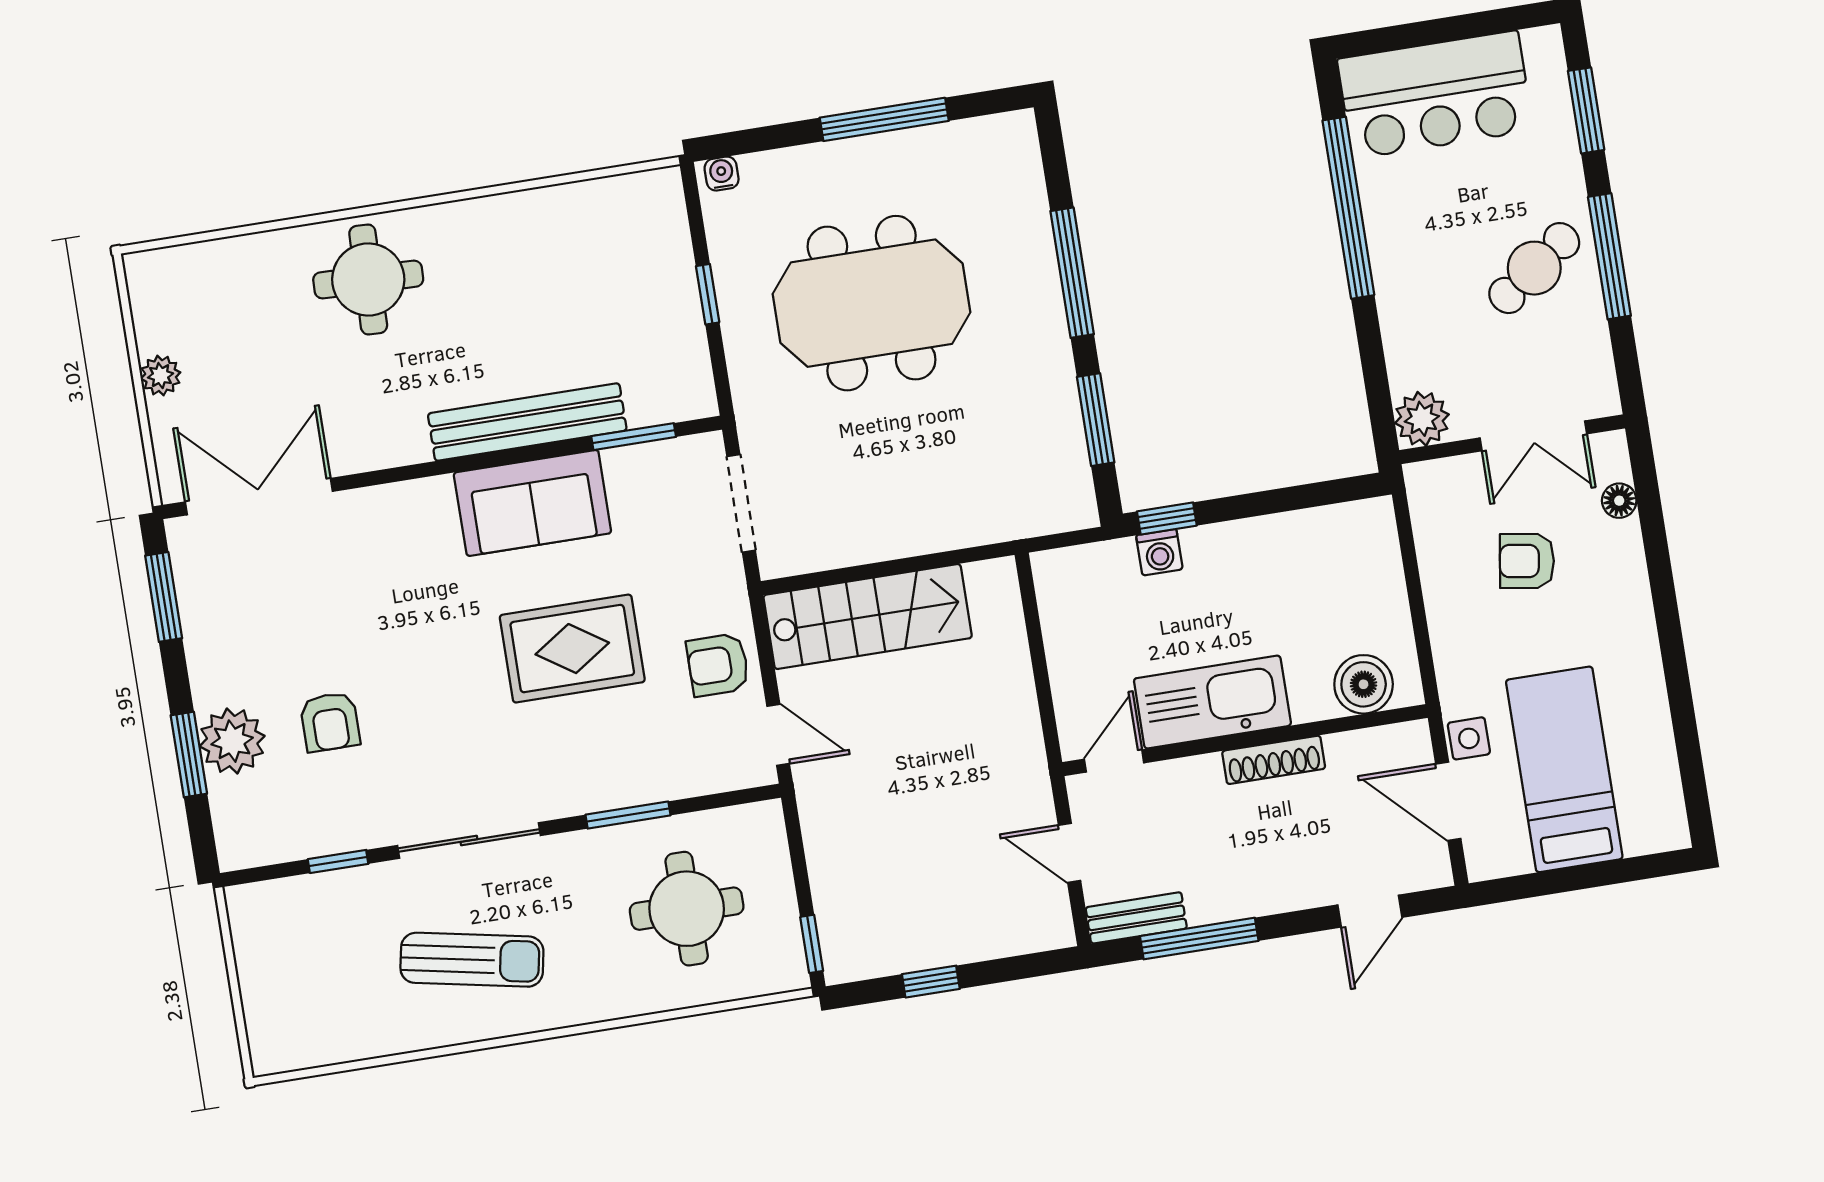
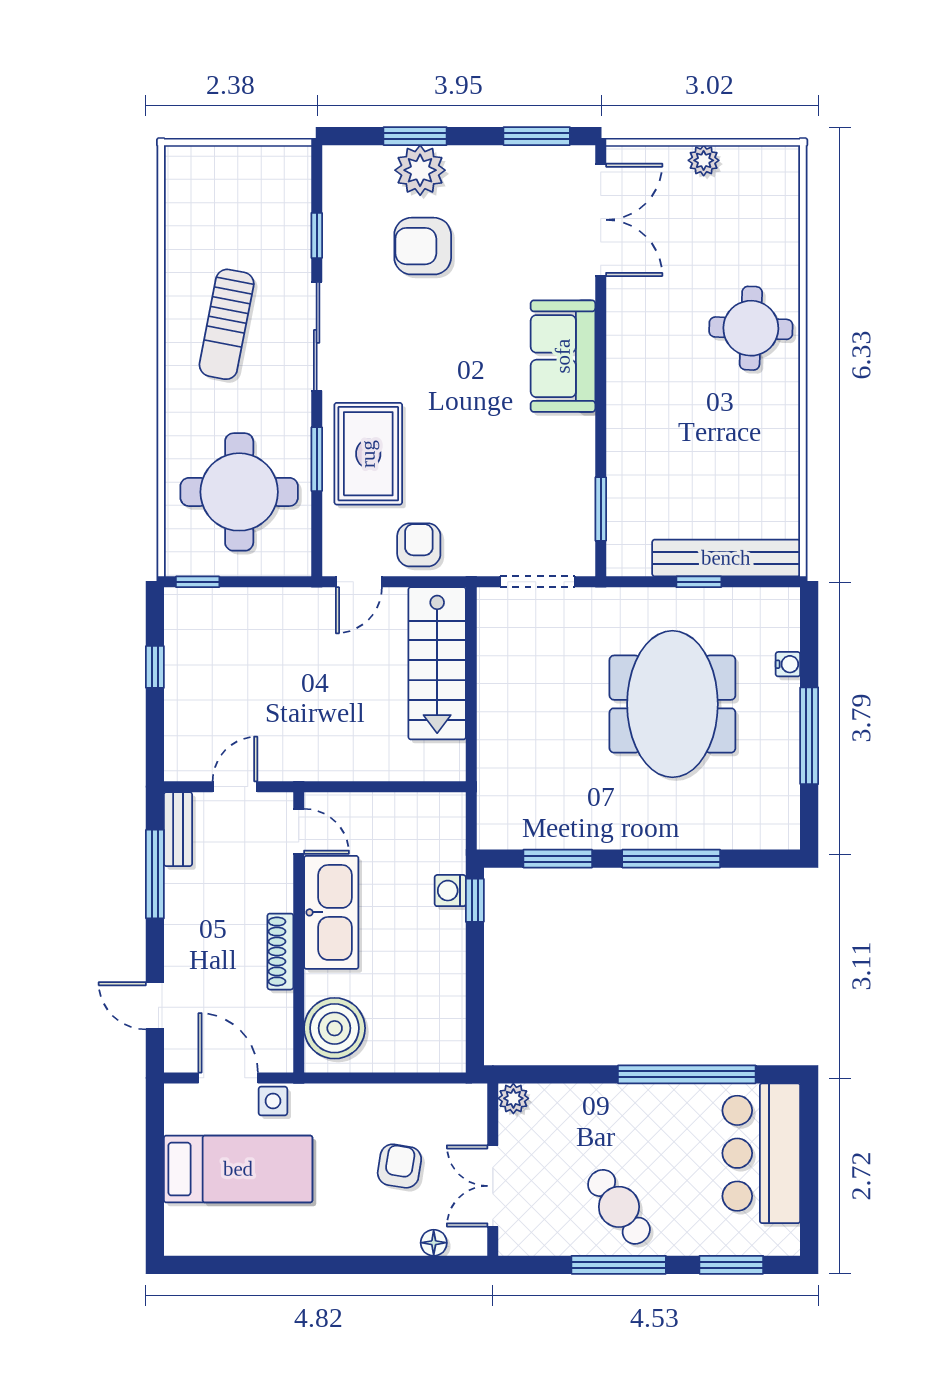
water cooler: (722, 174) -> (788, 664), moved
plant: (1422, 419) -> (513, 1098), width x0.73, depth x0.73
bench: (527, 422) -> (726, 558), moved, turned 90
sofa: (532, 503) -> (563, 356), moved
rug: (572, 649) -> (368, 454), moved
boiler: (1364, 684) -> (335, 1028), width x1.37, depth x1.37
armchair: (330, 722) -> (423, 246), width x1.38, depth x1.38
door: (1448, 801) -> (228, 1078), hinge flipped
round table: (687, 909) -> (239, 492), width x1.36, depth x1.36

